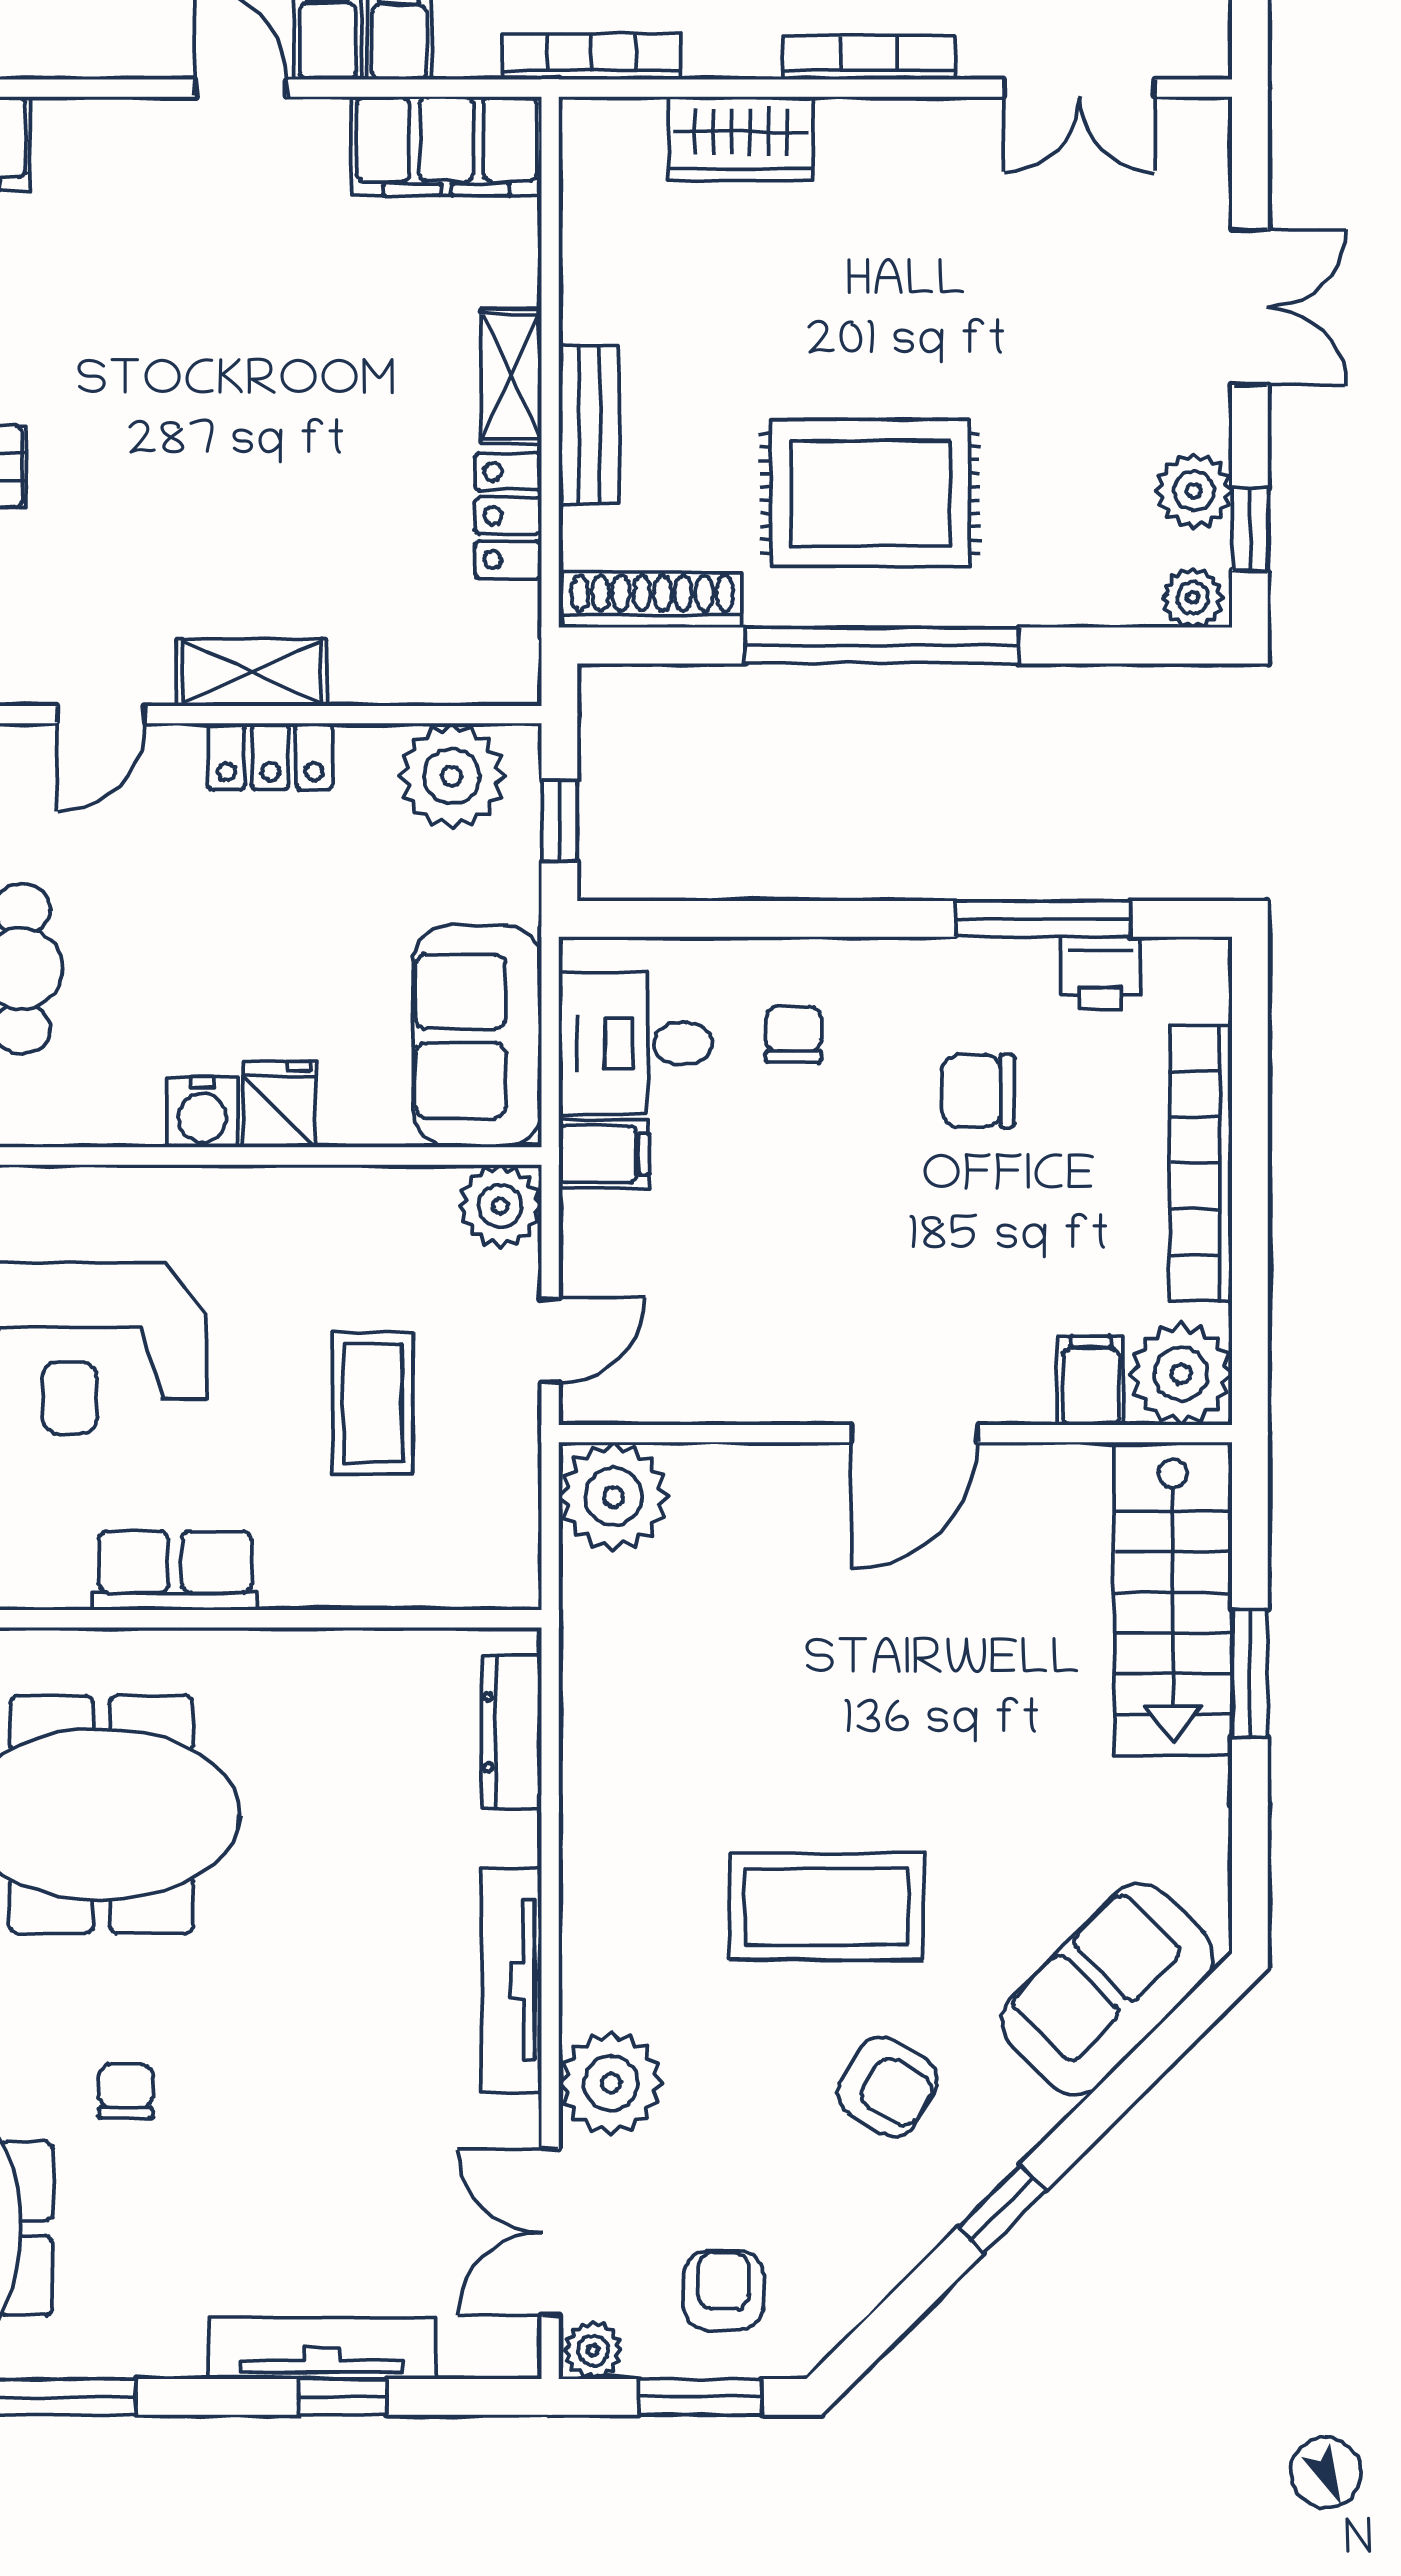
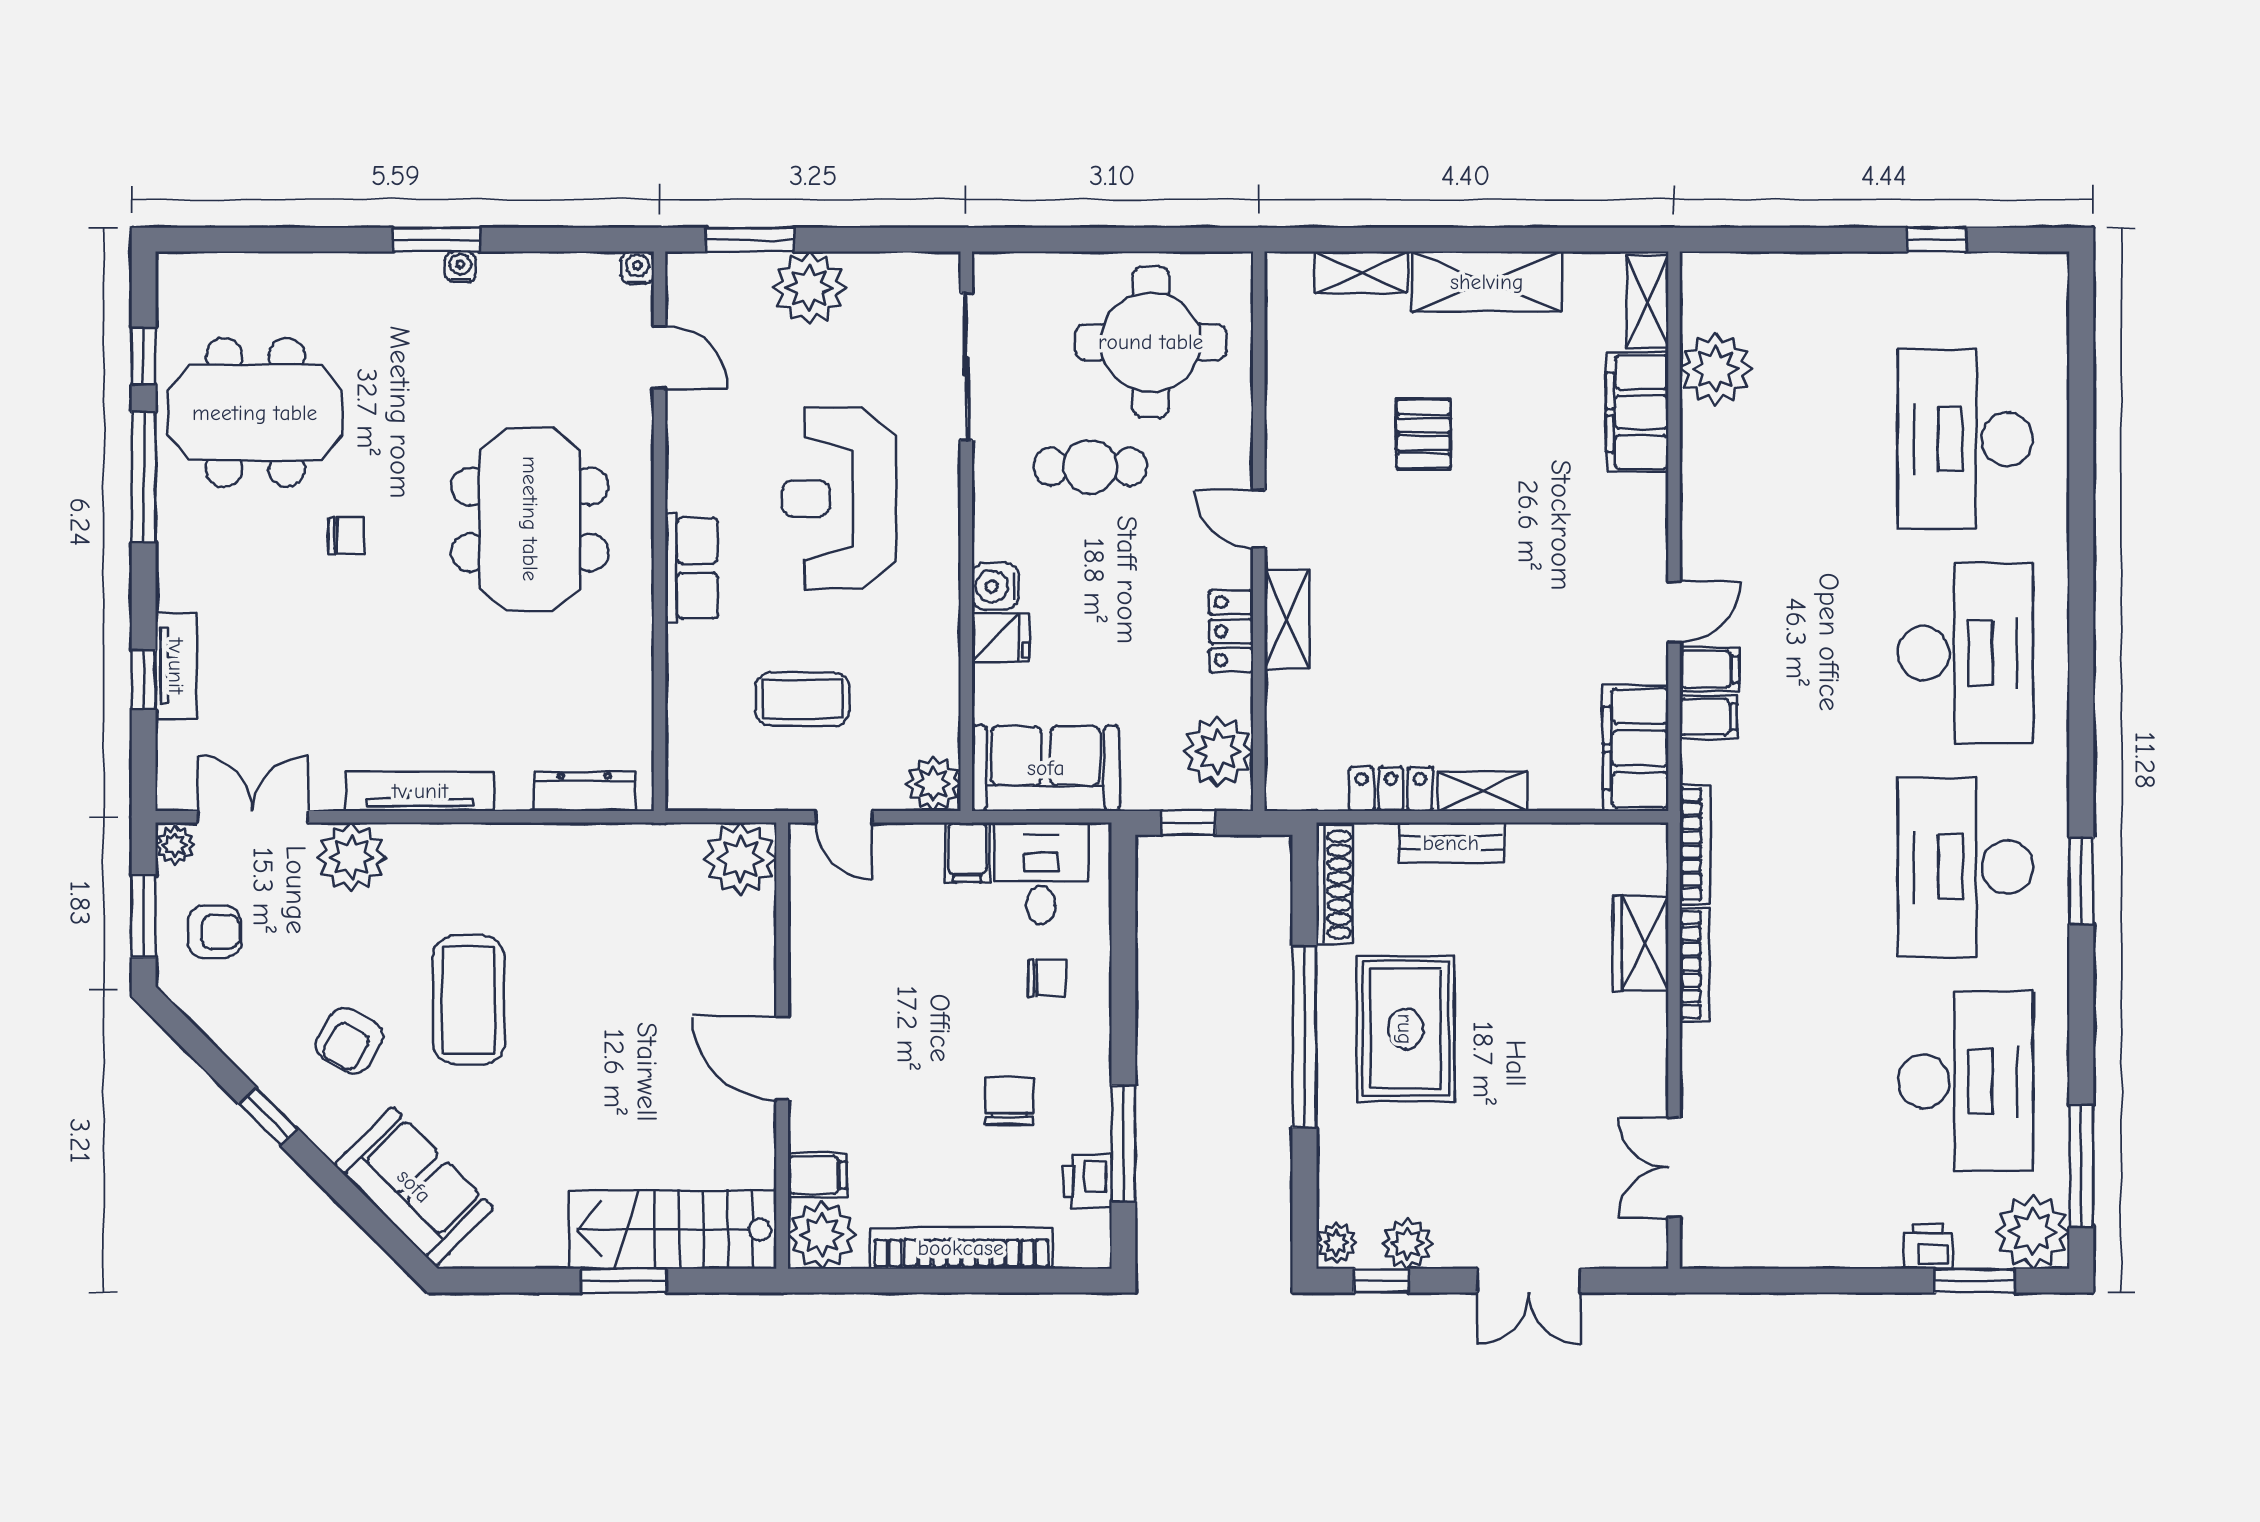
bookcase: (869, 58) -> (1694, 965), moved
tv unit: (322, 2348) -> (176, 666), width x0.71

